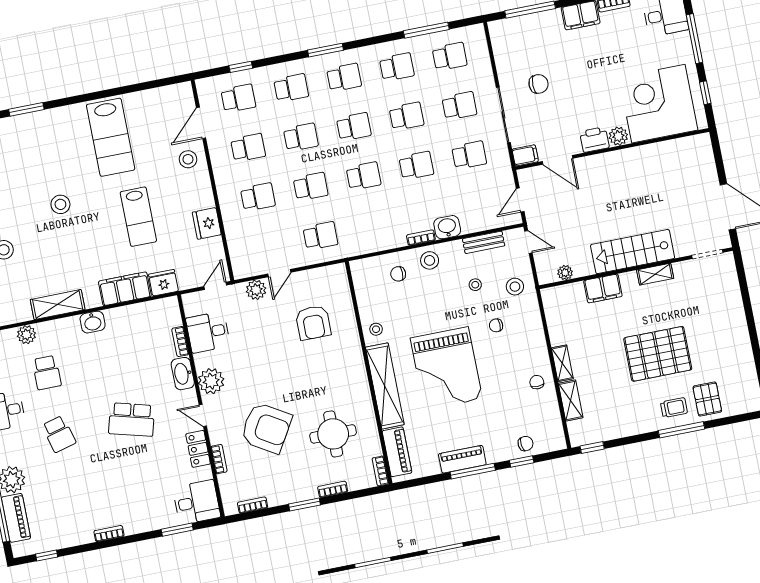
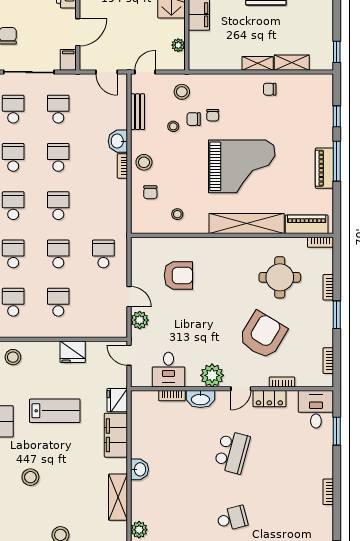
stool: (376, 329) -> (177, 214), moved
school desk: (47, 373) -> (176, 519), removed
chair: (526, 444) -> (194, 119), moved, turned -83

